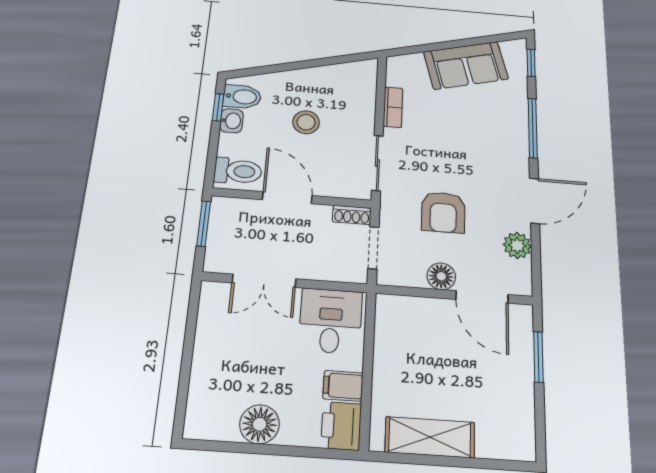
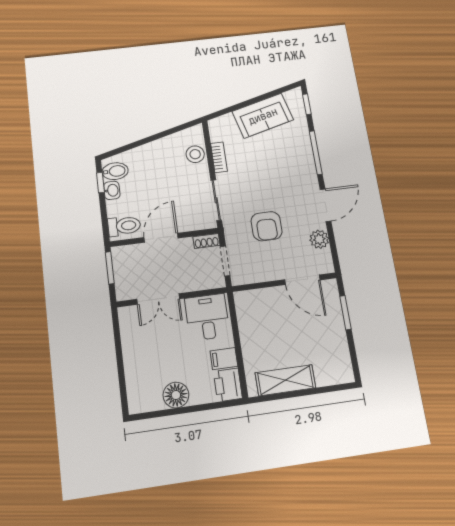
stool: (306, 122) -> (195, 154), moved
door: (287, 198) -> (161, 238), hinge flipped
floor lamp: (441, 276) -> (273, 271), removed

